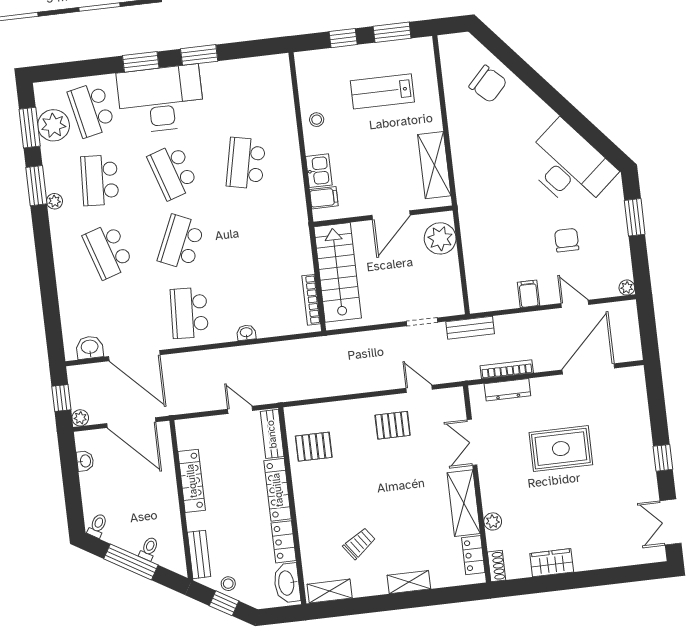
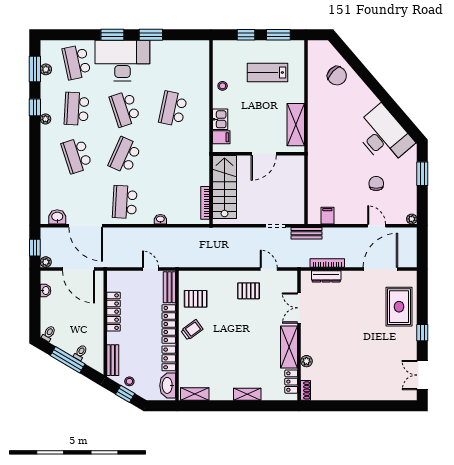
plant: (54, 125) -> (46, 69), width x0.53, depth x0.53
window: (36, 186) -> (35, 107), width x0.67
plant: (440, 238) -> (294, 173), removed
filing cabinet: (529, 294) -> (327, 216), moved
rug: (561, 449) -> (399, 307), moved, turned 90
trolley: (359, 543) -> (192, 330), moved
wardrobe: (552, 563) -> (342, 393), removed

